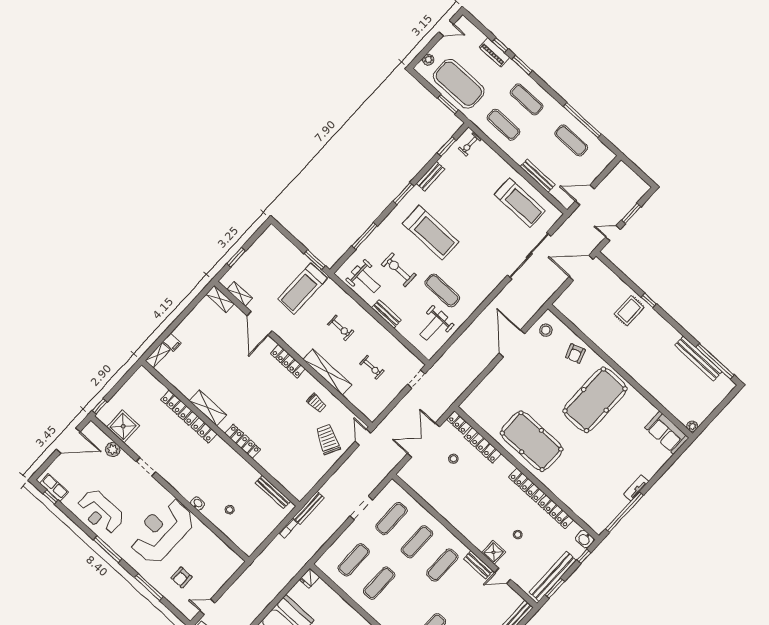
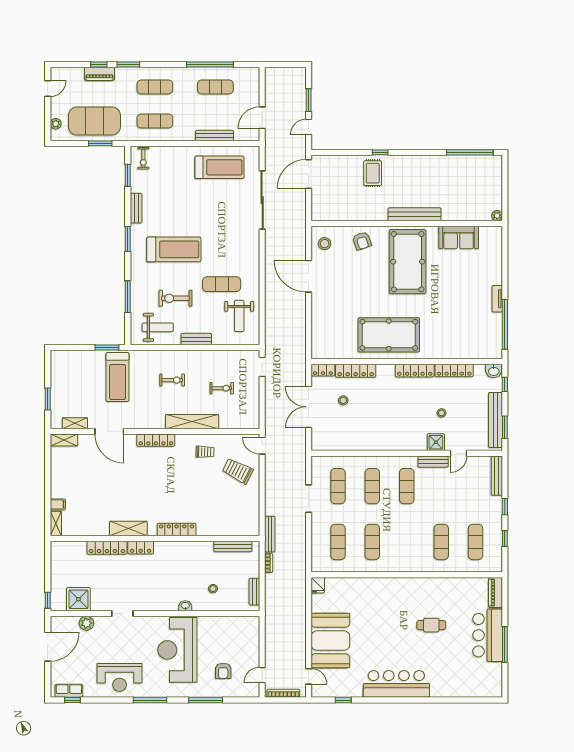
bench: (698, 358) -> (415, 214), moved
sofa: (667, 433) -> (459, 237), moved
bench: (258, 540) -> (254, 592), added

